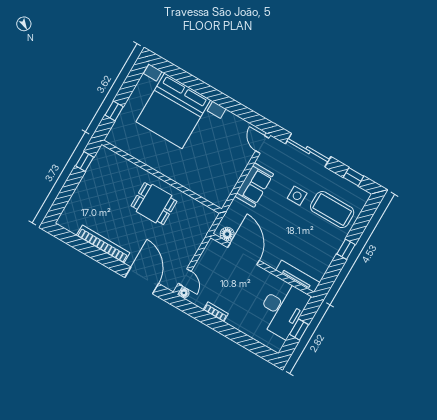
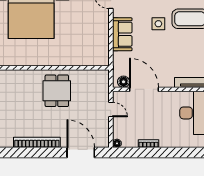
dining table: (154, 204) -> (57, 91), turned 90
door: (185, 277) -> (111, 109), moved

